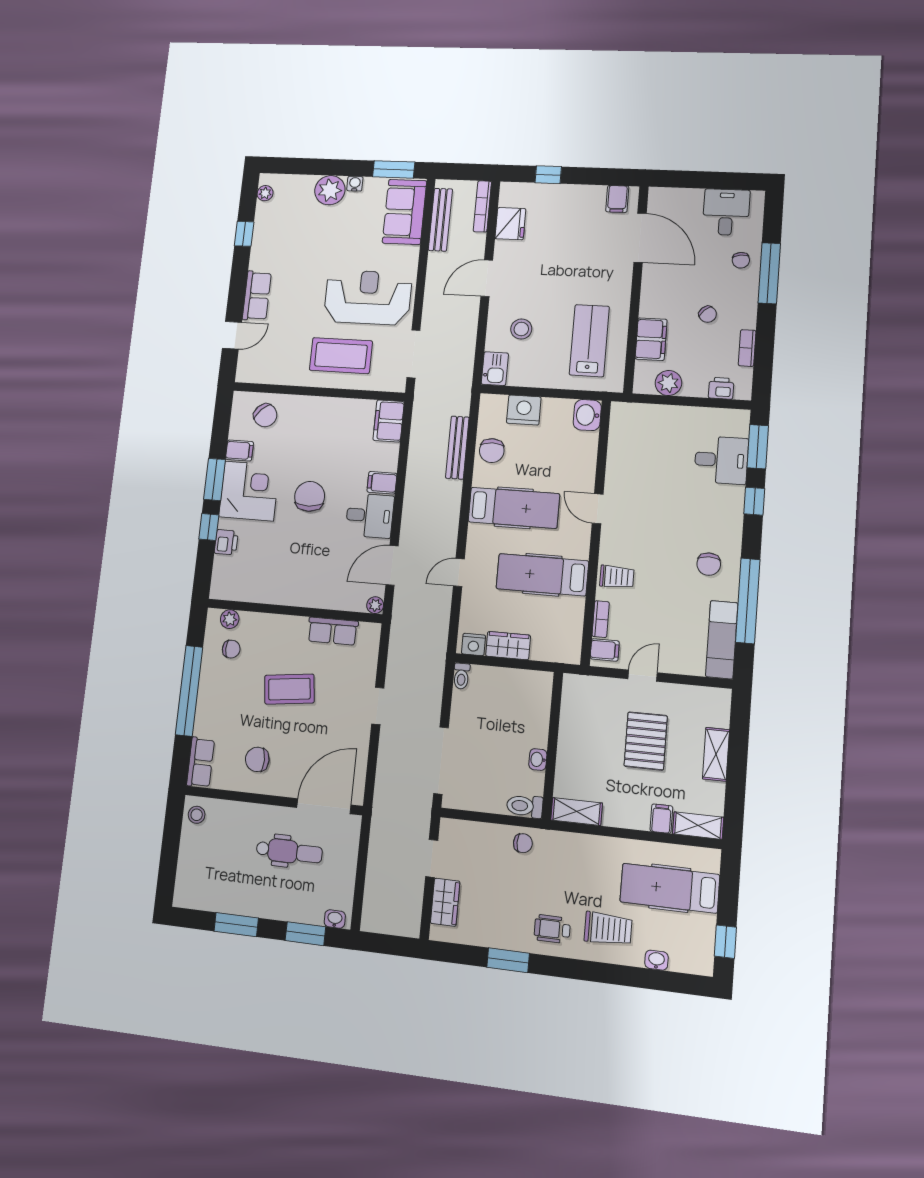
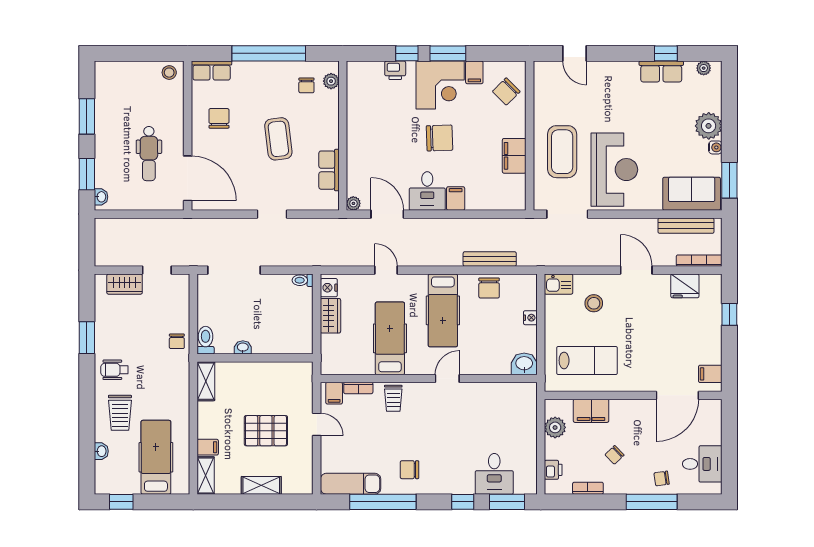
row of seats: (257, 296) -> (661, 71), moved
nightstand: (524, 410) -> (530, 318), width x0.53, depth x0.56
filing cabinet: (389, 421) -> (514, 156), moved, turned -90
chair: (492, 451) -> (489, 288), turned -90
wheelchair: (552, 929) -> (114, 370), turned -90

